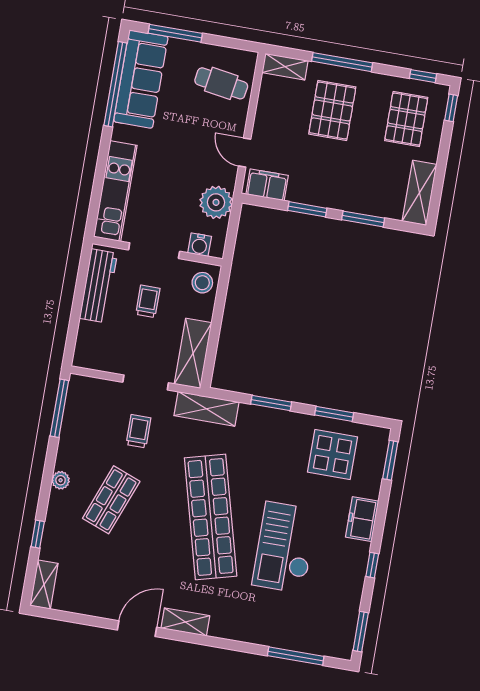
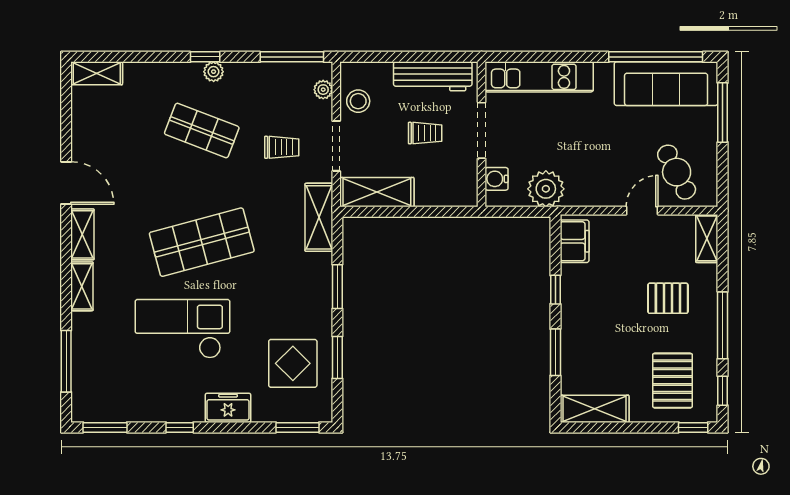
window: (342, 62) -> (723, 325), moved
cafe table: (221, 83) -> (677, 172), turned -36
pallet: (332, 110) -> (668, 298), width x0.67, depth x0.71
pallet: (406, 119) -> (673, 381), turned 90
door: (245, 153) -> (642, 211), moved
window: (307, 209) -> (555, 290), width x0.67
stool: (202, 283) -> (358, 101), moved
plant: (93, 385) -> (323, 90), added
shop shelf: (211, 517) -> (202, 242), width x0.71
window: (38, 534) -> (205, 57), moved
shelving: (231, 630) -> (82, 286), added

